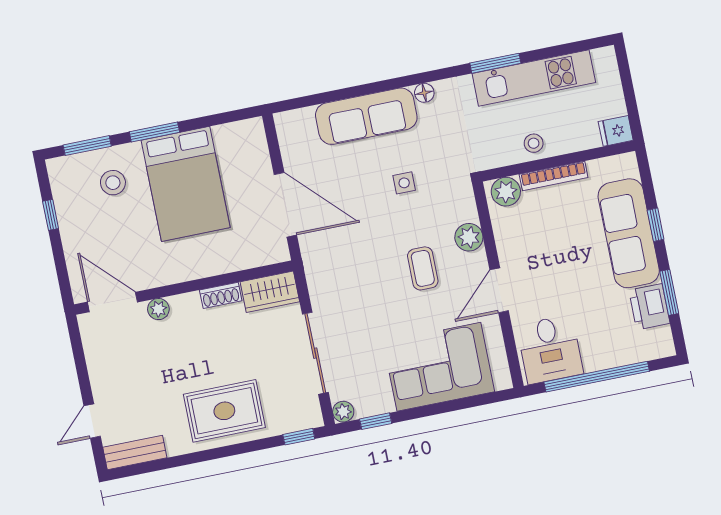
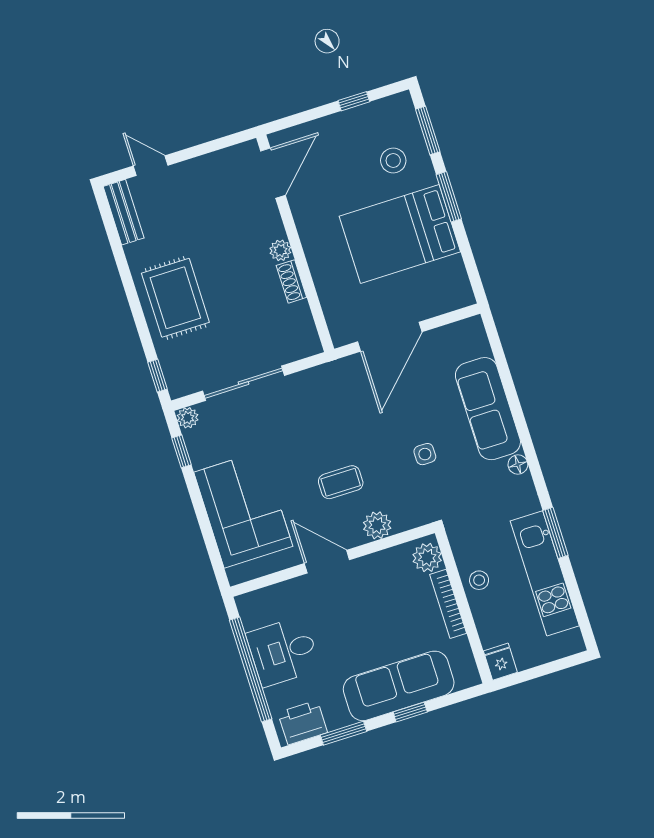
wardrobe: (270, 292) -> (300, 331), removed
printer: (649, 307) -> (303, 723), moved
plant: (158, 309) -> (280, 250), moved
desk: (550, 349) -> (283, 651), moved

